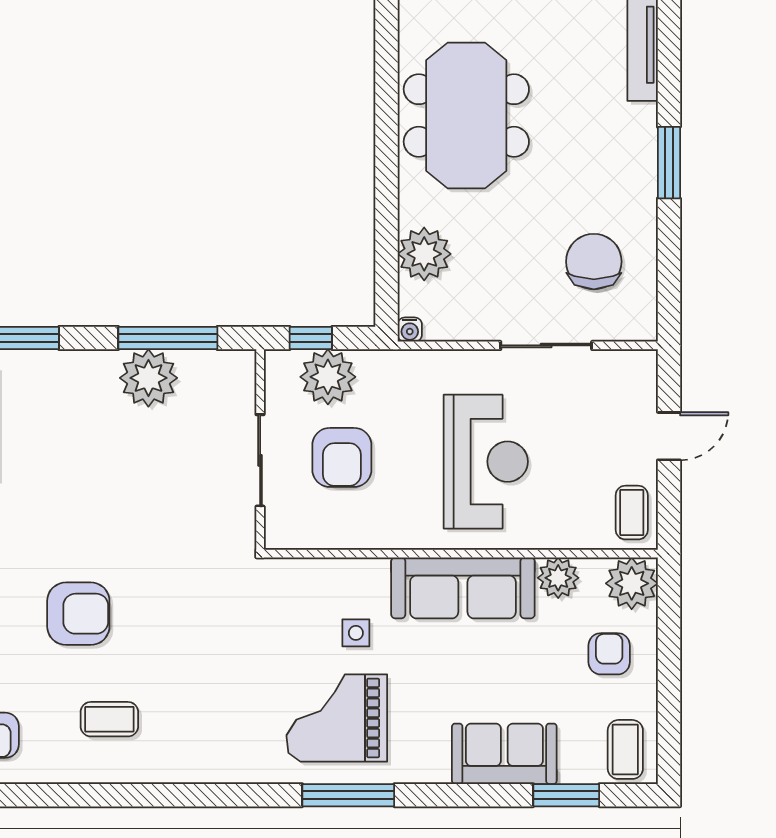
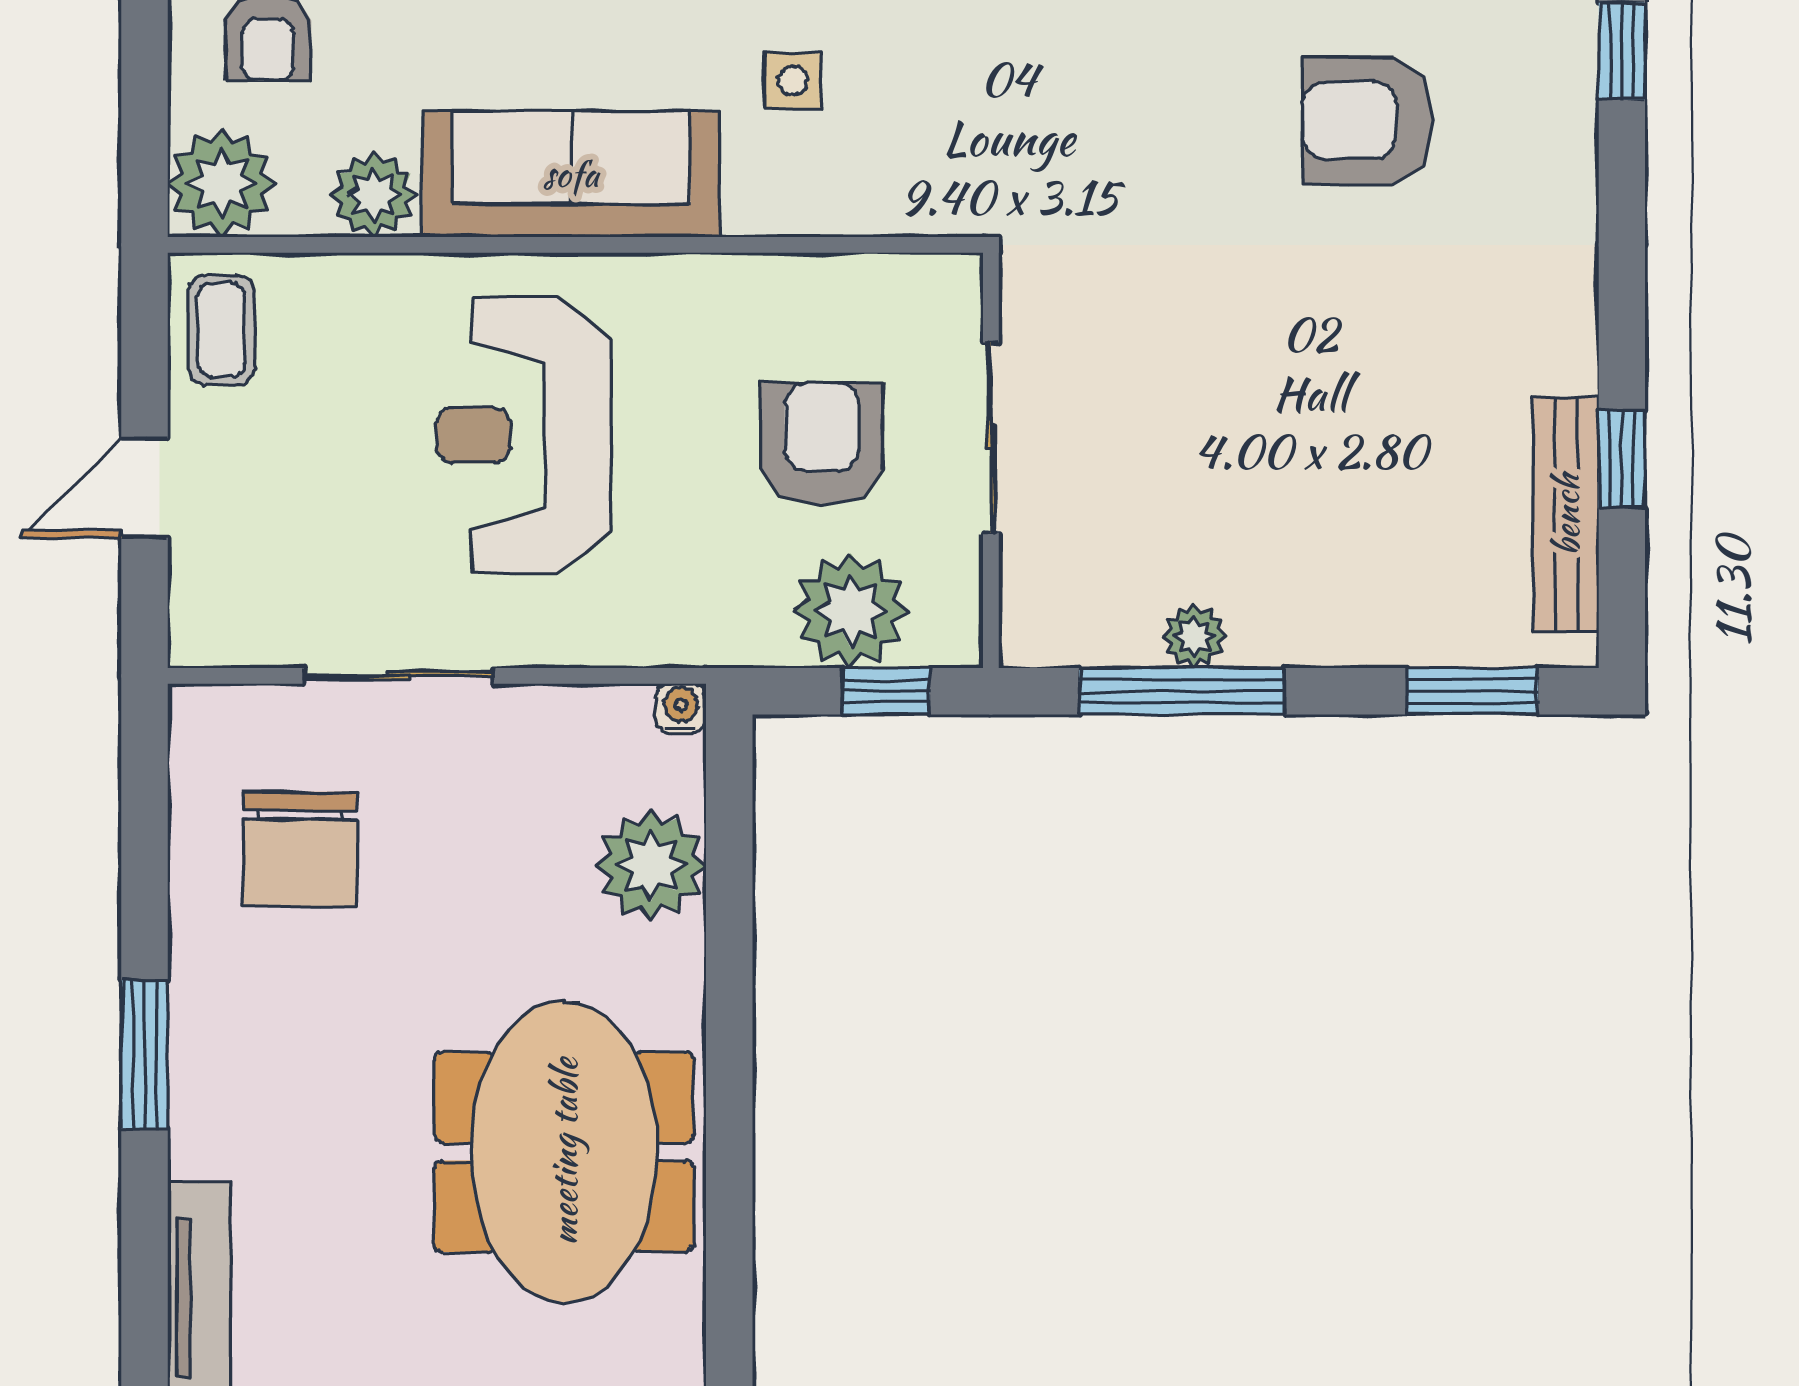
plant: (148, 378) -> (1194, 636), width x0.53, depth x0.53

